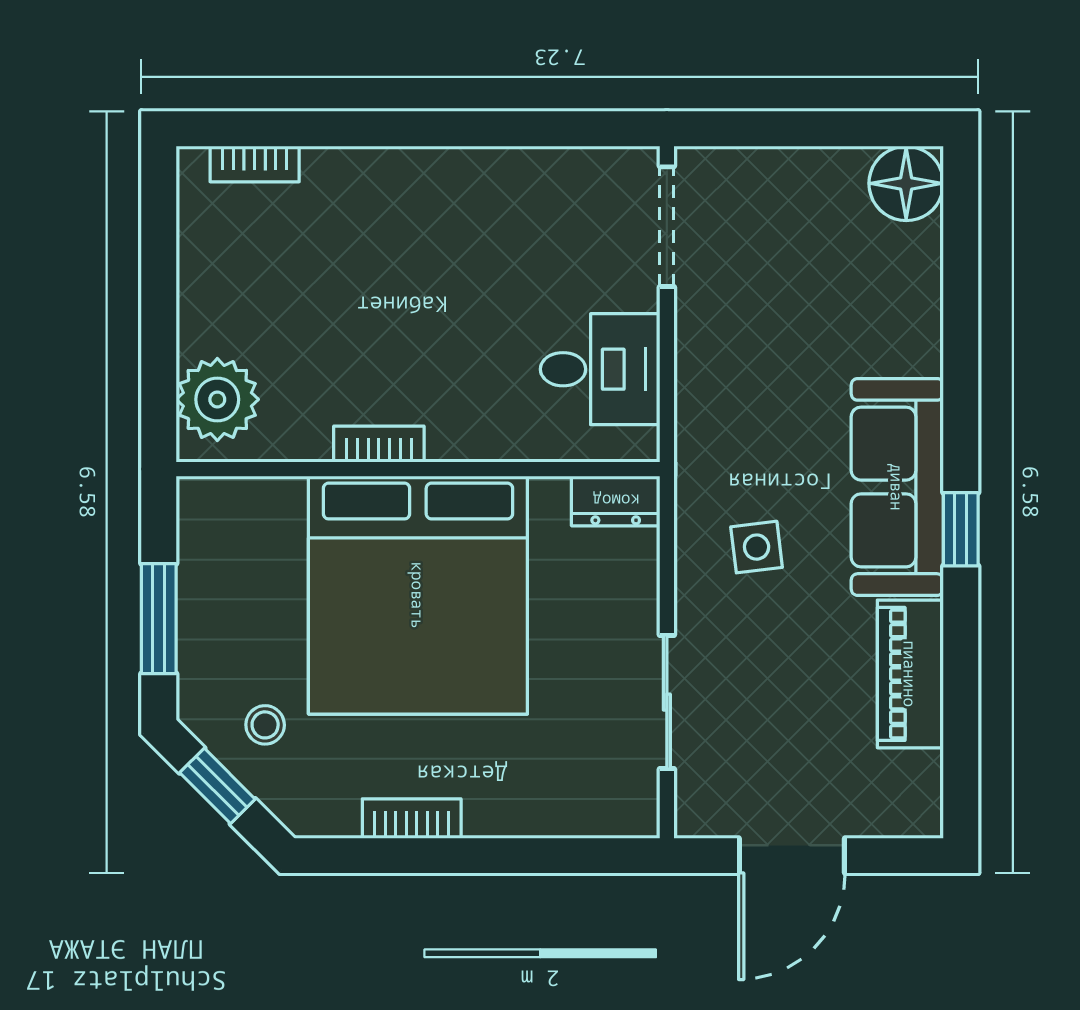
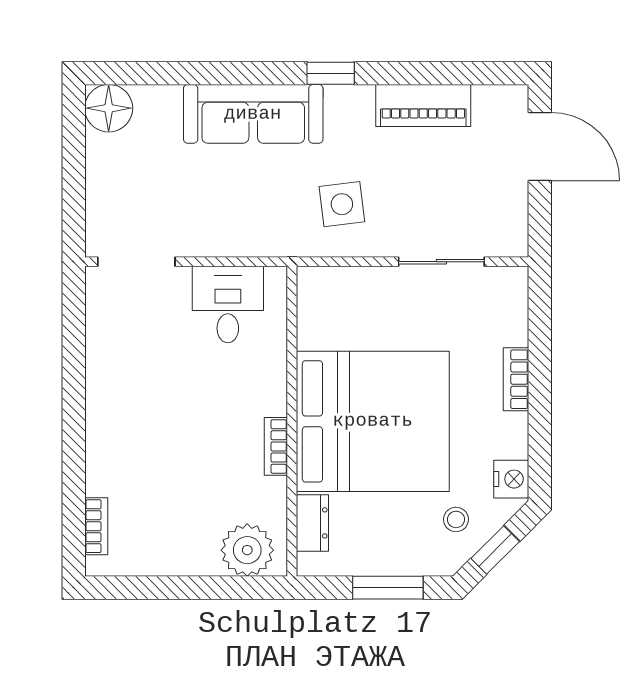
sofa: (897, 487) -> (253, 114), moved
dresser: (616, 501) -> (312, 523), moved
side table: (757, 547) -> (342, 204), width x1.37, depth x1.37
nightstand: (328, 811) -> (511, 479), added
bookcase: (412, 819) -> (516, 379), moved
door: (792, 856) -> (540, 146), moved

